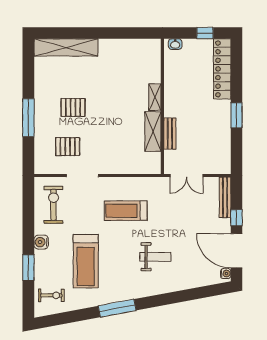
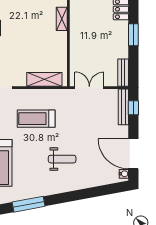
shelving: (153, 132) -> (44, 79), moved, turned 90
bench: (170, 134) -> (123, 73), moved
double door: (186, 176) -> (89, 88), swing flipped
window: (236, 218) -> (133, 108), moved

